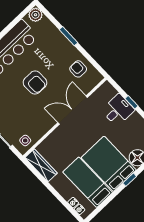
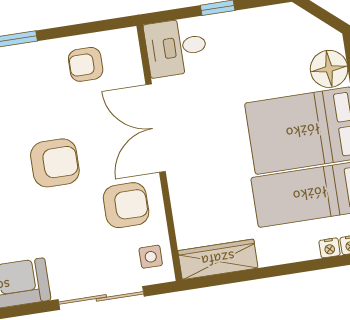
desk: (118, 110) -> (176, 47), moved, turned -90
armchair: (38, 119) -> (126, 205), added

